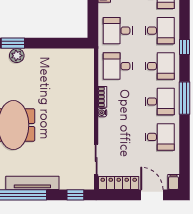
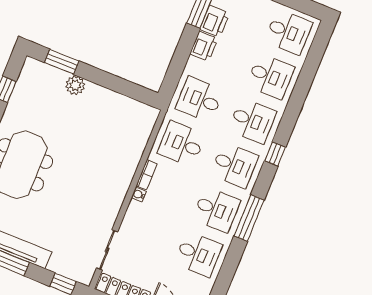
plant: (17, 56) -> (75, 85), moved

